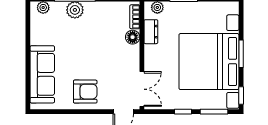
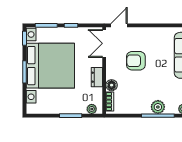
dresser: (151, 32) -> (97, 77), moved
armchair: (85, 92) -> (136, 61), moved

